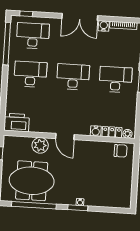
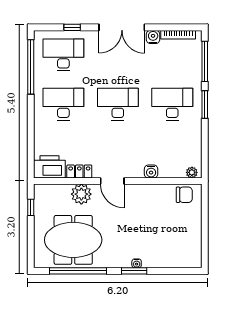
window: (26, 14) -> (72, 27), moved
locker: (112, 132) -> (79, 171), moved

